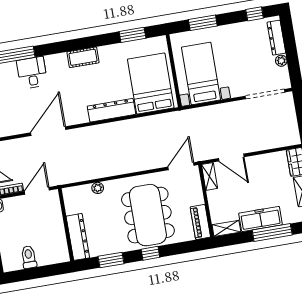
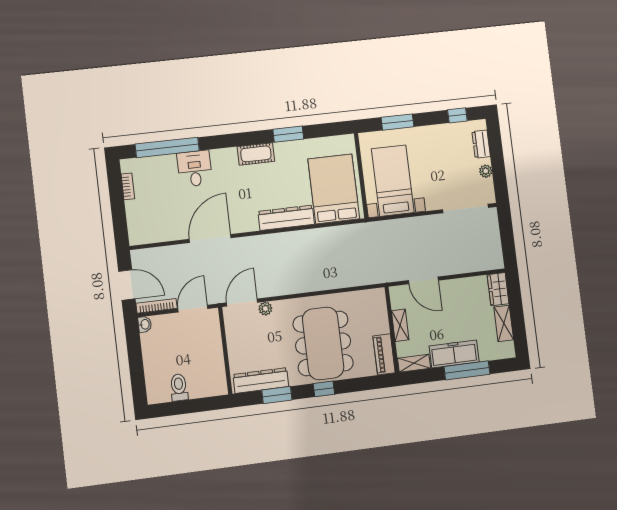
window: (133, 35) -> (288, 134), moved
dresser: (276, 38) -> (481, 144), width x0.70
door: (181, 166) -> (242, 303), moved
shelving: (210, 176) -> (400, 325), moved
dresser: (78, 237) -> (261, 380), moved, turned -90

